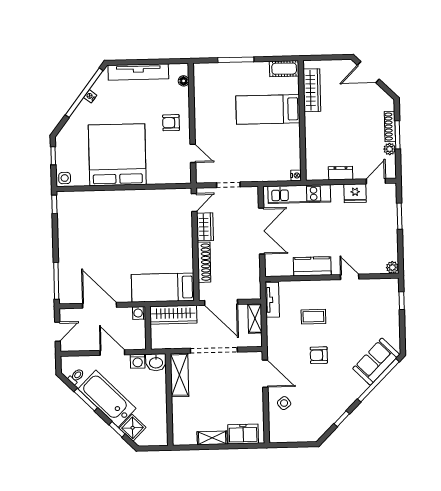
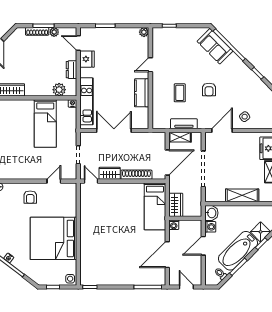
bed: (268, 109) -> (45, 123), moved
plant: (314, 157) -> (59, 90), added
tv unit: (272, 300) -> (184, 124), moved
wardrobe: (173, 315) -> (176, 205), width x0.67
shelving: (180, 375) -> (242, 195), moved

